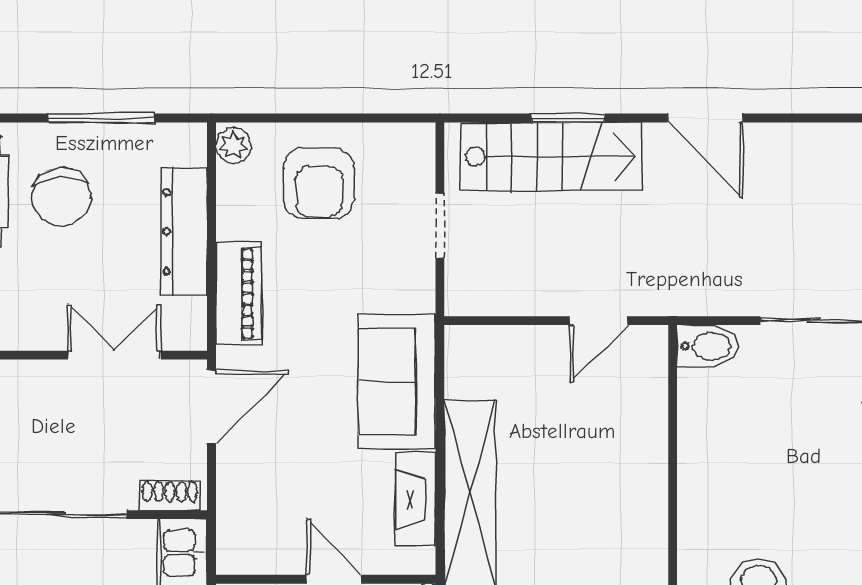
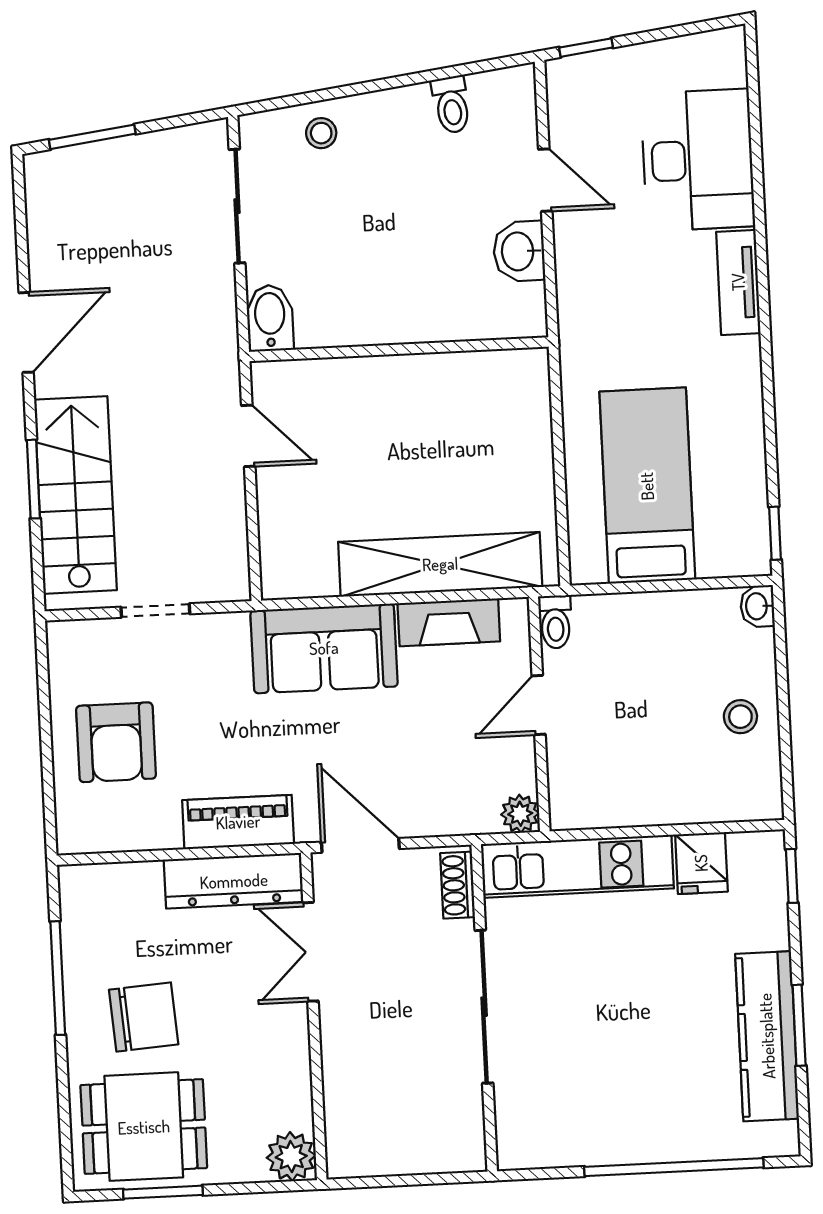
plant: (234, 145) -> (520, 814), moved
armchair: (319, 183) -> (116, 742), turned 90
dresser: (184, 232) -> (234, 881), moved

